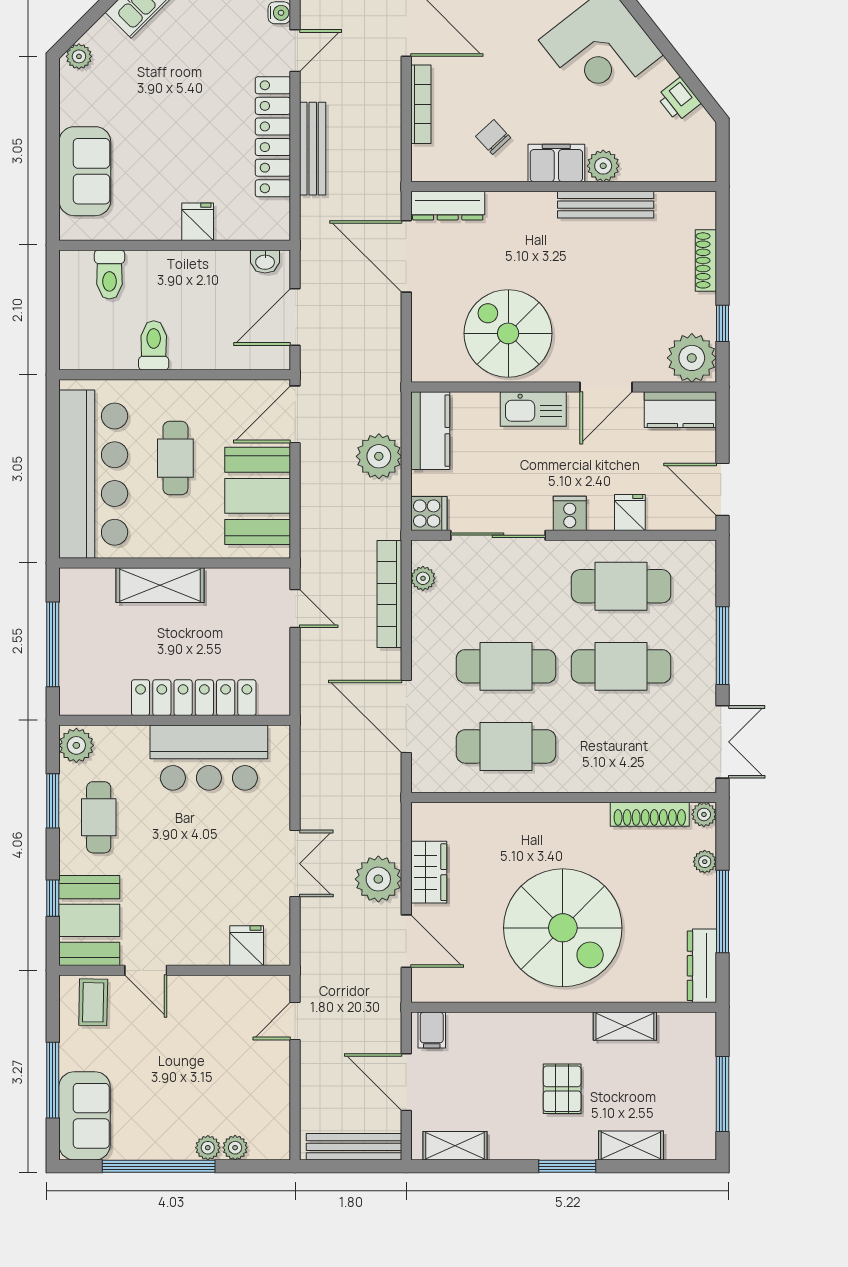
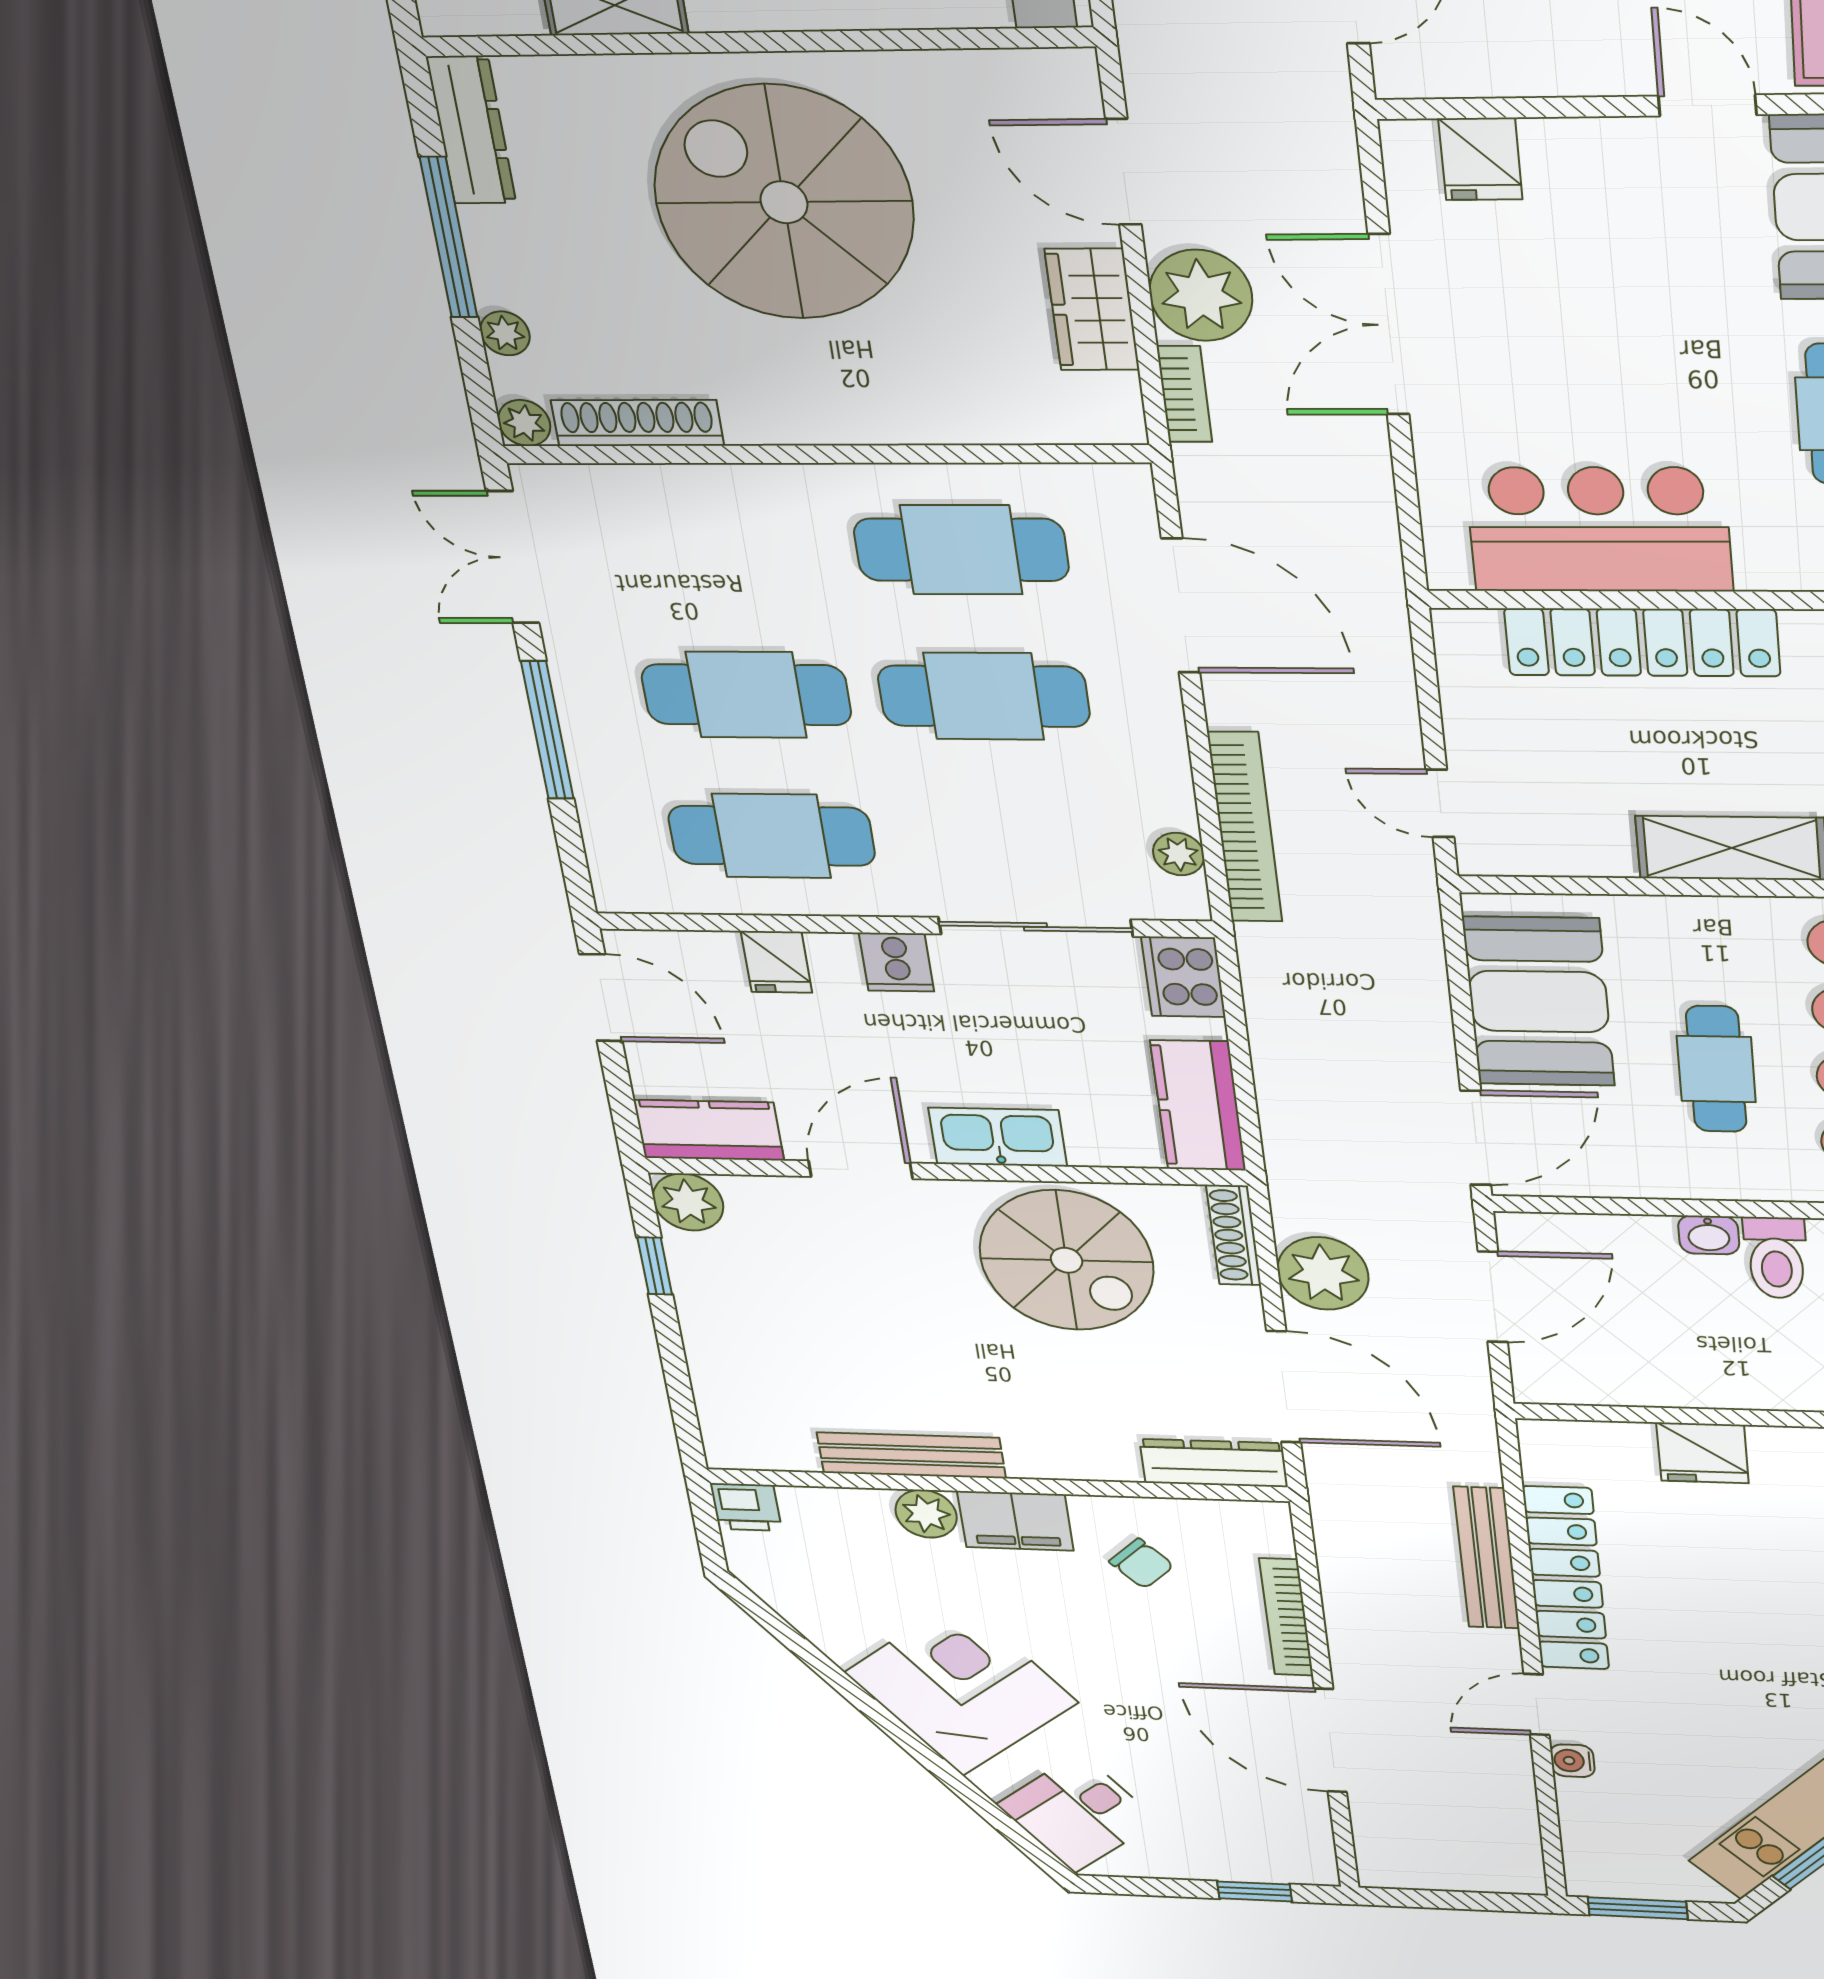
printer: (679, 100) -> (746, 1507), moved, turned 128
fridge: (198, 222) -> (1702, 1453), width x1.38
shoe rack: (706, 260) -> (1234, 1235), moved, turned 180
washbasin: (265, 261) -> (1709, 1235), moved, turned 180
plant: (692, 358) -> (688, 1202), width x0.73, depth x0.73
plant: (379, 456) -> (1323, 1273), moved
cooker: (429, 513) -> (1183, 977), width x1.36
bookcase: (392, 829) -> (1184, 394), added
double door: (295, 864) -> (1389, 325), width x1.37

